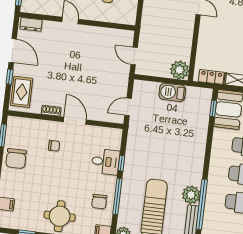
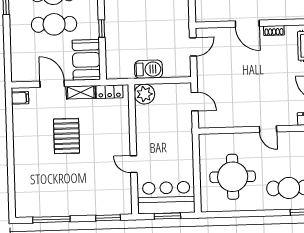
window: (213, 108) -> (102, 29), moved

